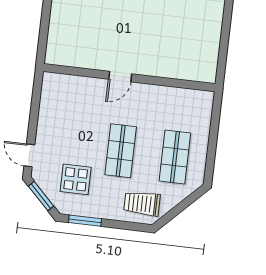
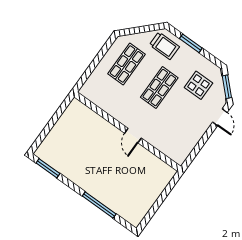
door: (120, 77) -> (133, 136), swing flipped
window: (85, 221) -> (191, 43), moved

